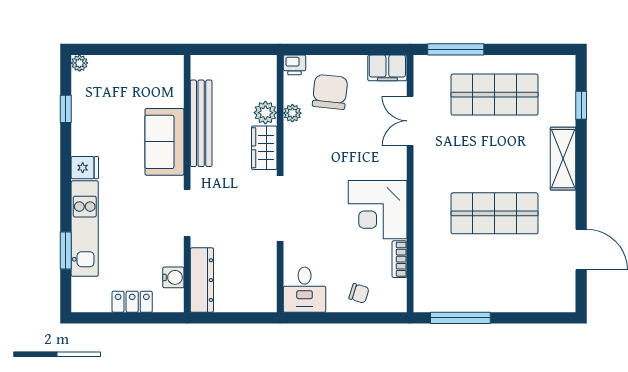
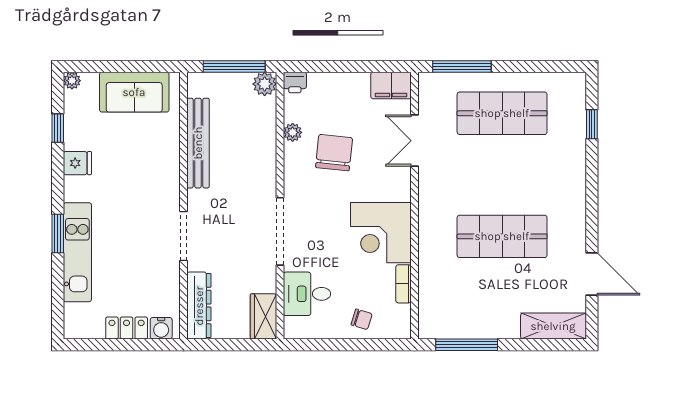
window: (236, 49) -> (234, 66), added
chair: (330, 92) -> (334, 153), moved
plant: (265, 113) -> (265, 84), moved
sofa: (164, 142) -> (134, 92), moved, turned -90
wardrobe: (264, 148) -> (263, 316), moved
shelving: (563, 159) -> (553, 326), moved, turned 90
fridge: (85, 168) -> (77, 163), moved
window: (66, 251) -> (58, 234), moved
water cooler: (173, 277) -> (161, 328), moved, turned 90
desk: (305, 290) -> (307, 294), moved, turned 90

